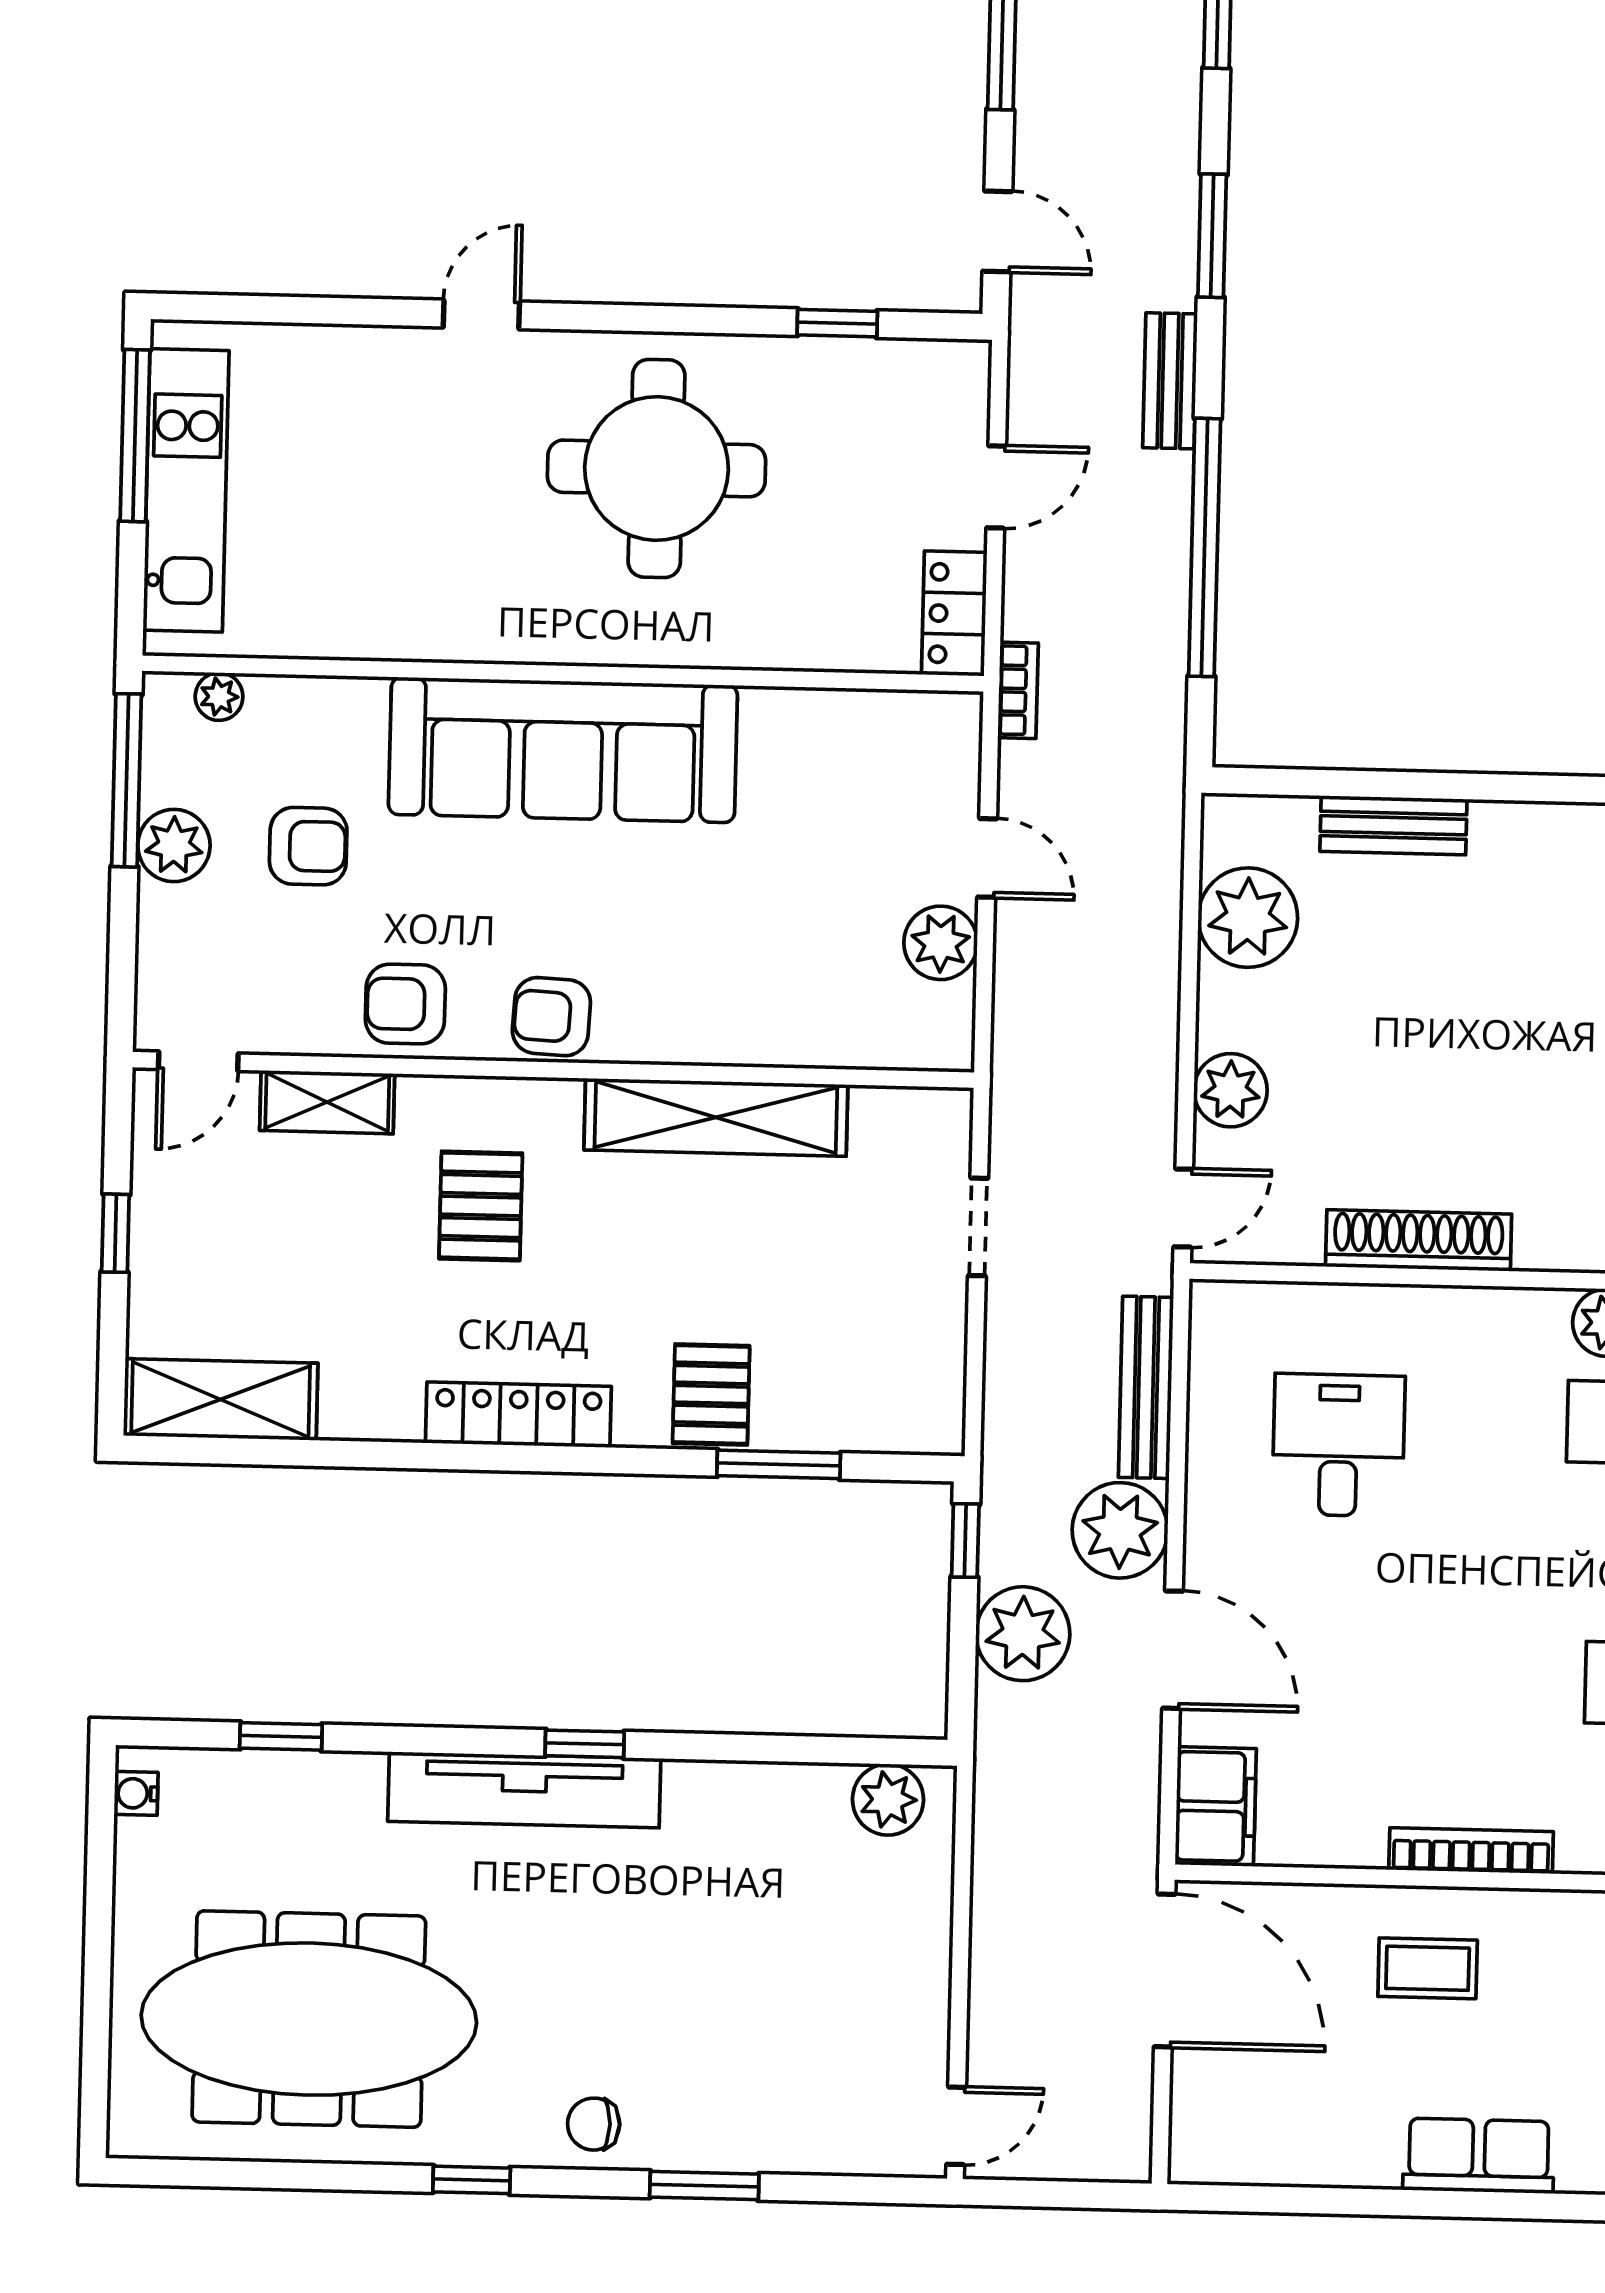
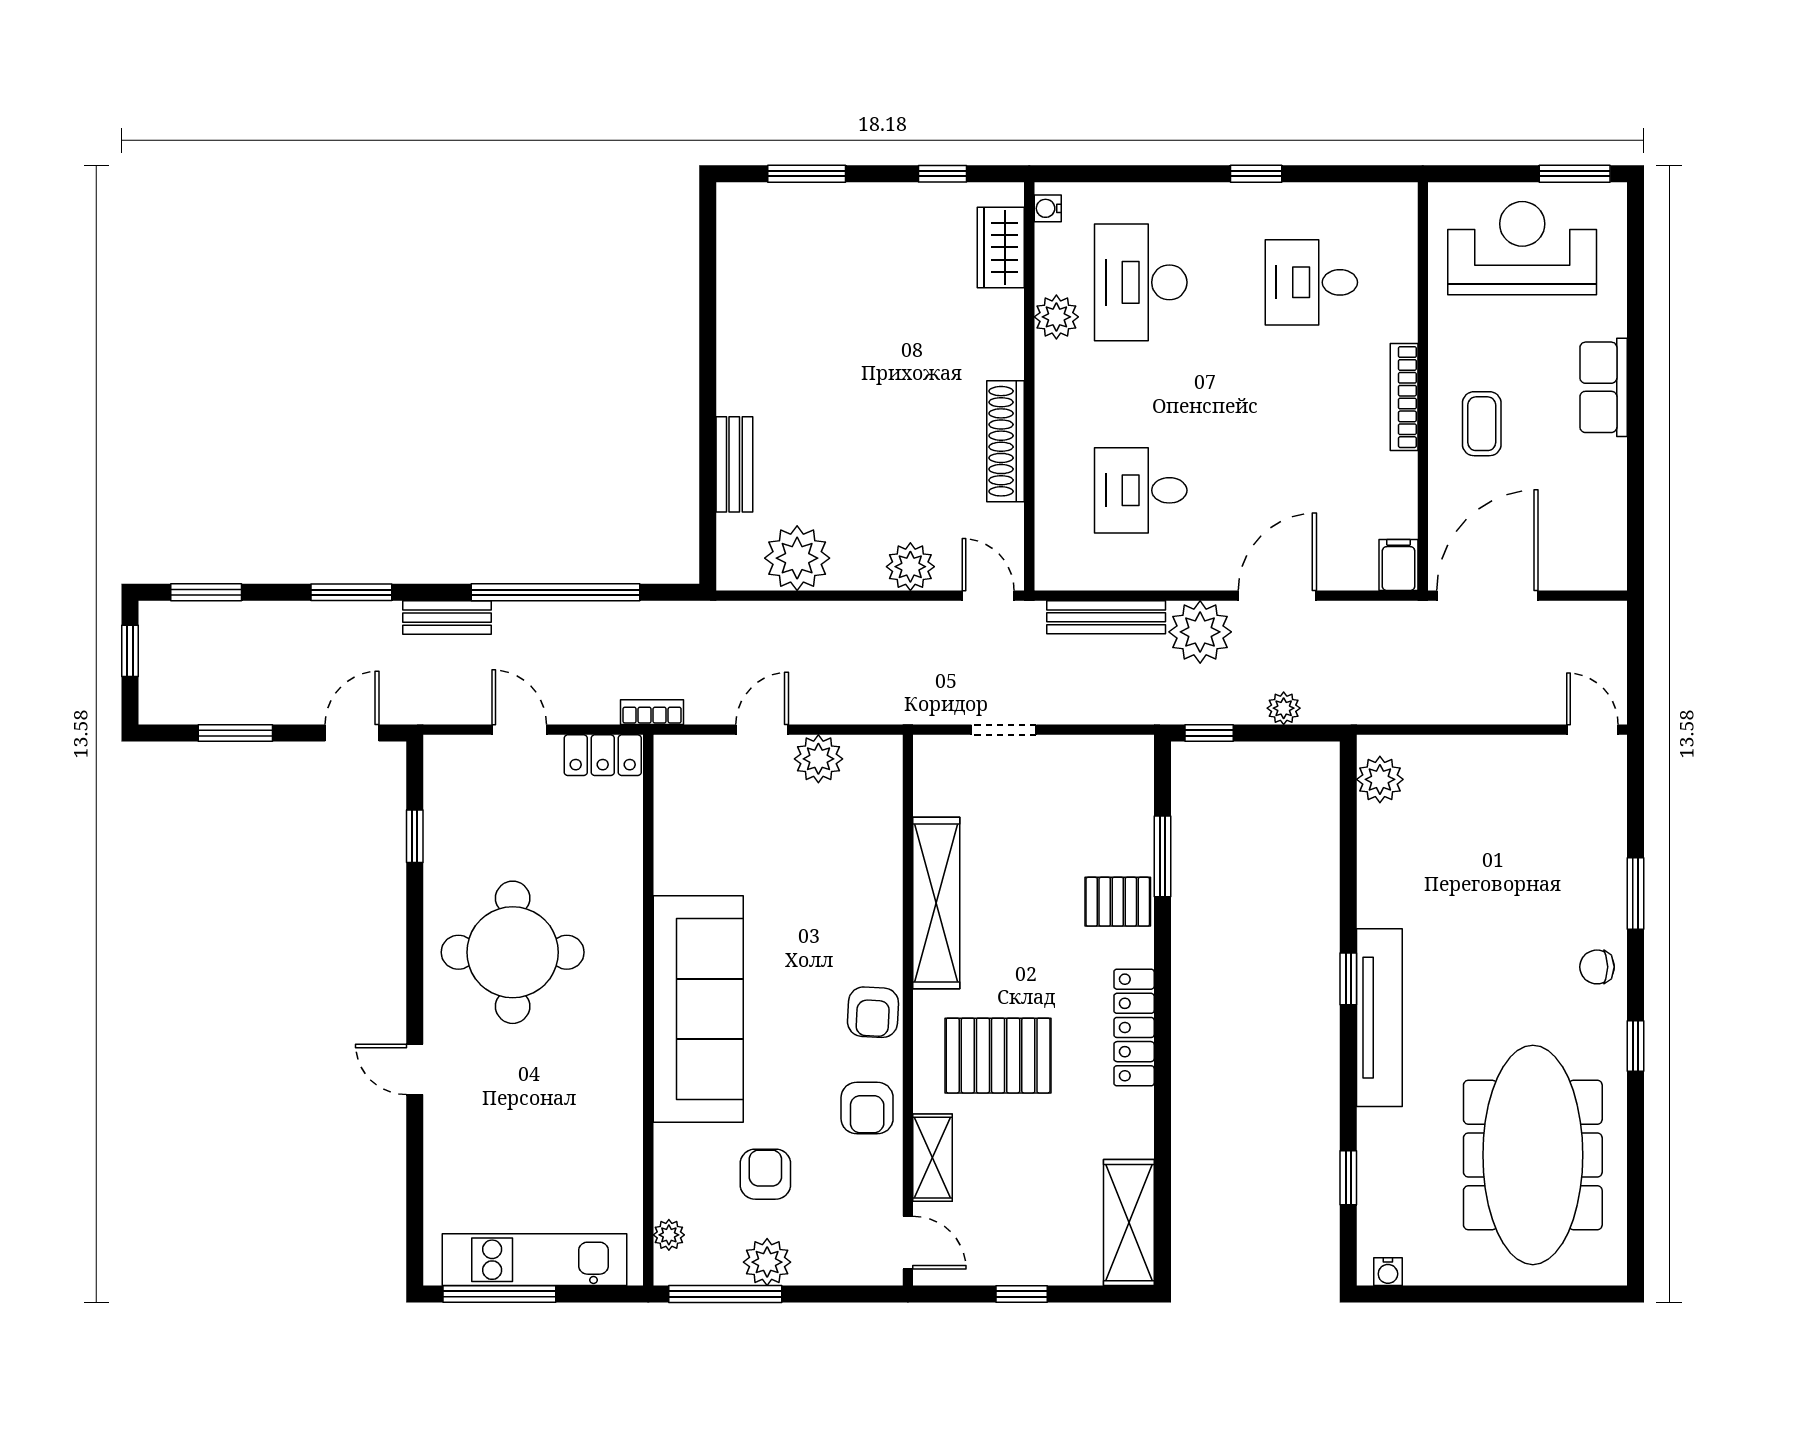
pallet: (481, 1206) -> (998, 1056), width x1.50, depth x1.42
plant: (1023, 1634) -> (1284, 708), width x0.53, depth x0.53
filing cabinet: (1216, 1806) -> (1399, 565), width x0.50
chair: (594, 2124) -> (1597, 967), turned 90

